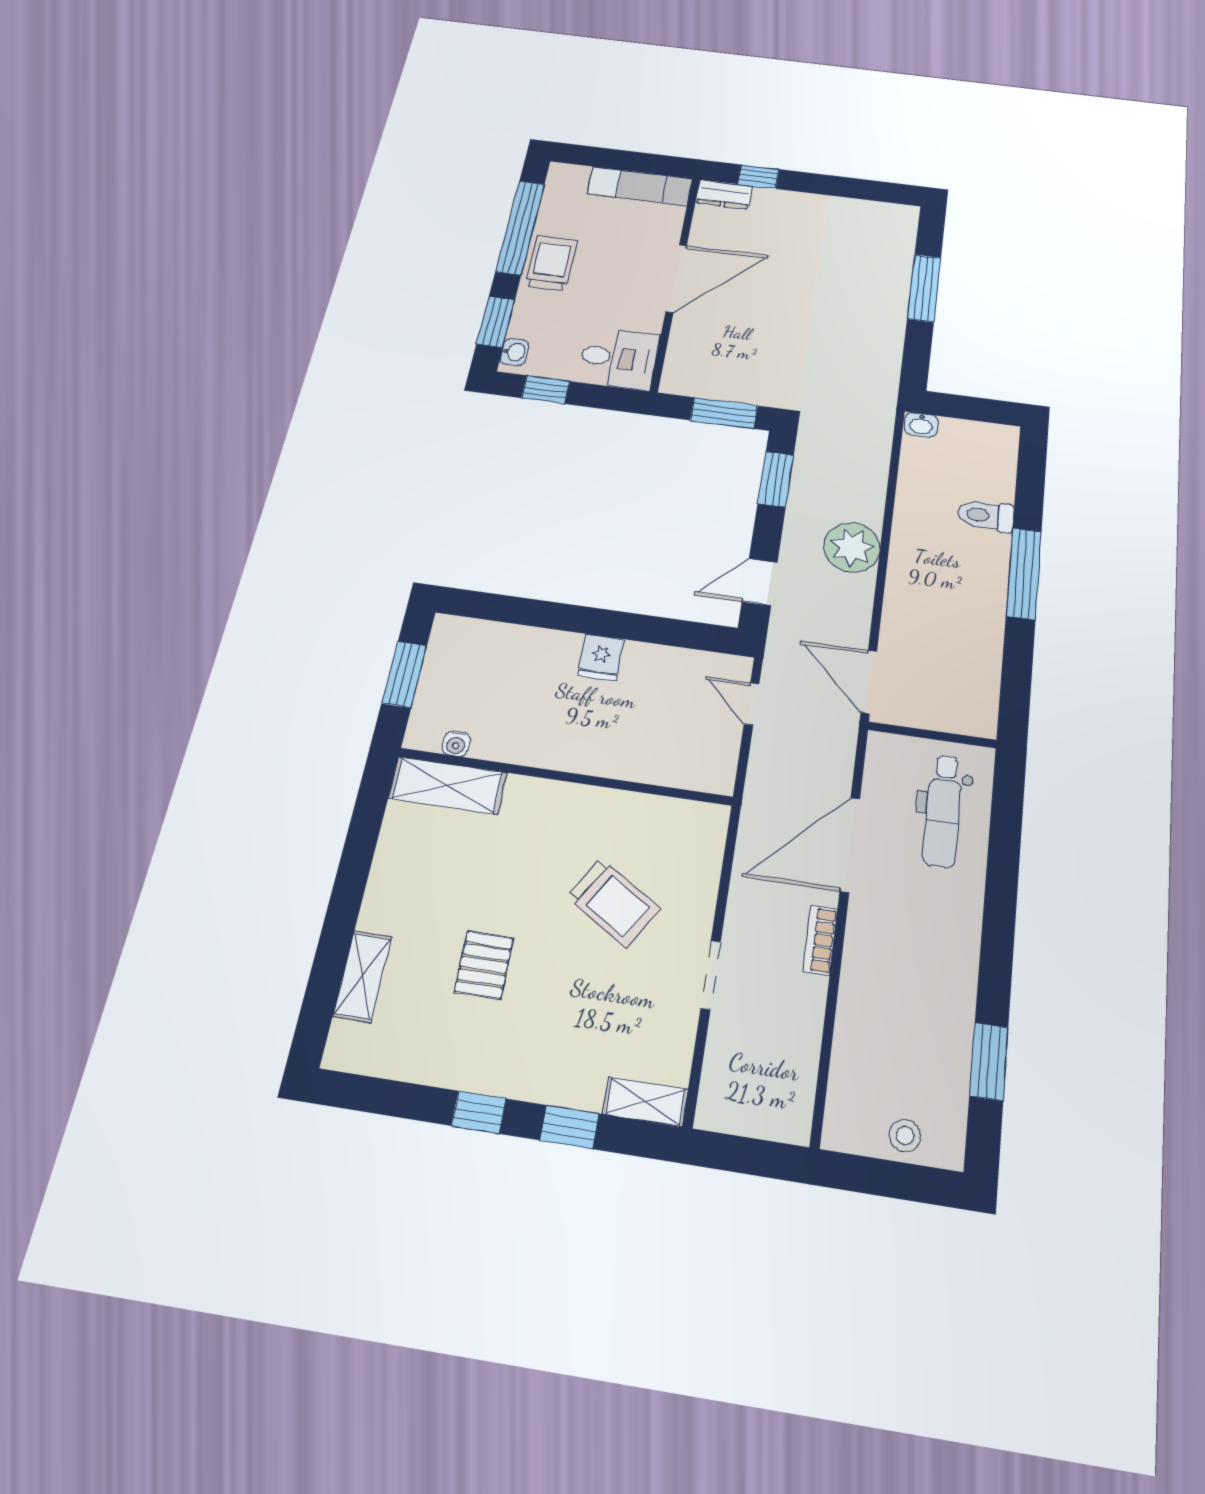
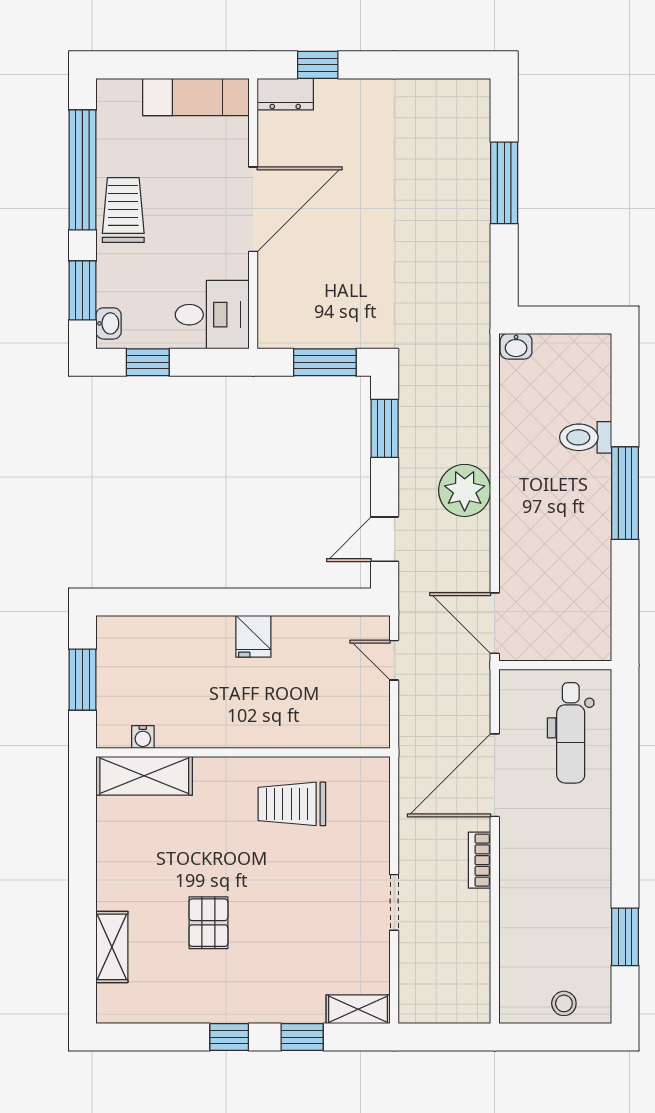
trolley: (613, 903) -> (292, 804), moved, turned 148

